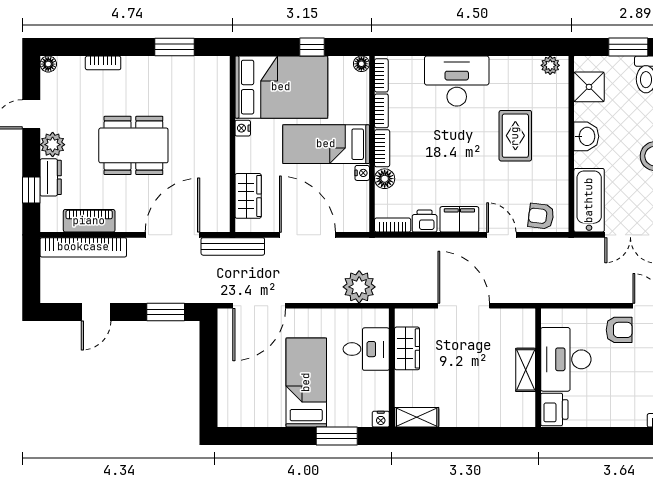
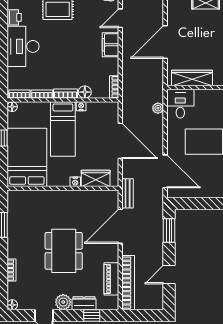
nightstand: (243, 128) -> (75, 182), moved
printer: (425, 221) -> (14, 17), moved, turned 180
door: (172, 235) -> (120, 226), hinge flipped
door: (307, 235) -> (120, 141), swing flipped
bench: (233, 246) -> (128, 193), width x0.73
plant: (359, 287) -> (158, 108), width x0.53, depth x0.53
door: (96, 312) -> (169, 275), swing flipped
wardrobe: (407, 348) -> (192, 78), width x1.50
desk: (366, 349) -> (180, 104), moved

